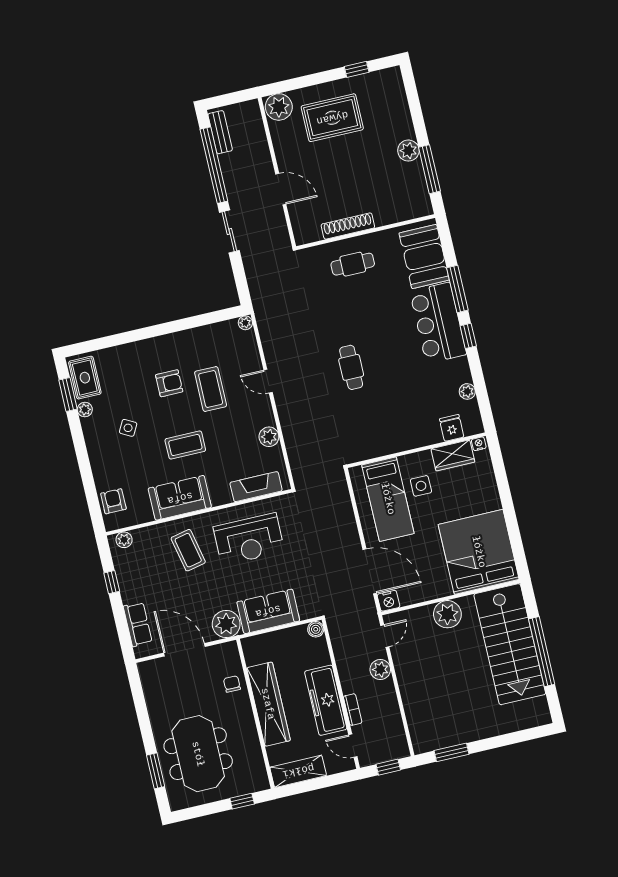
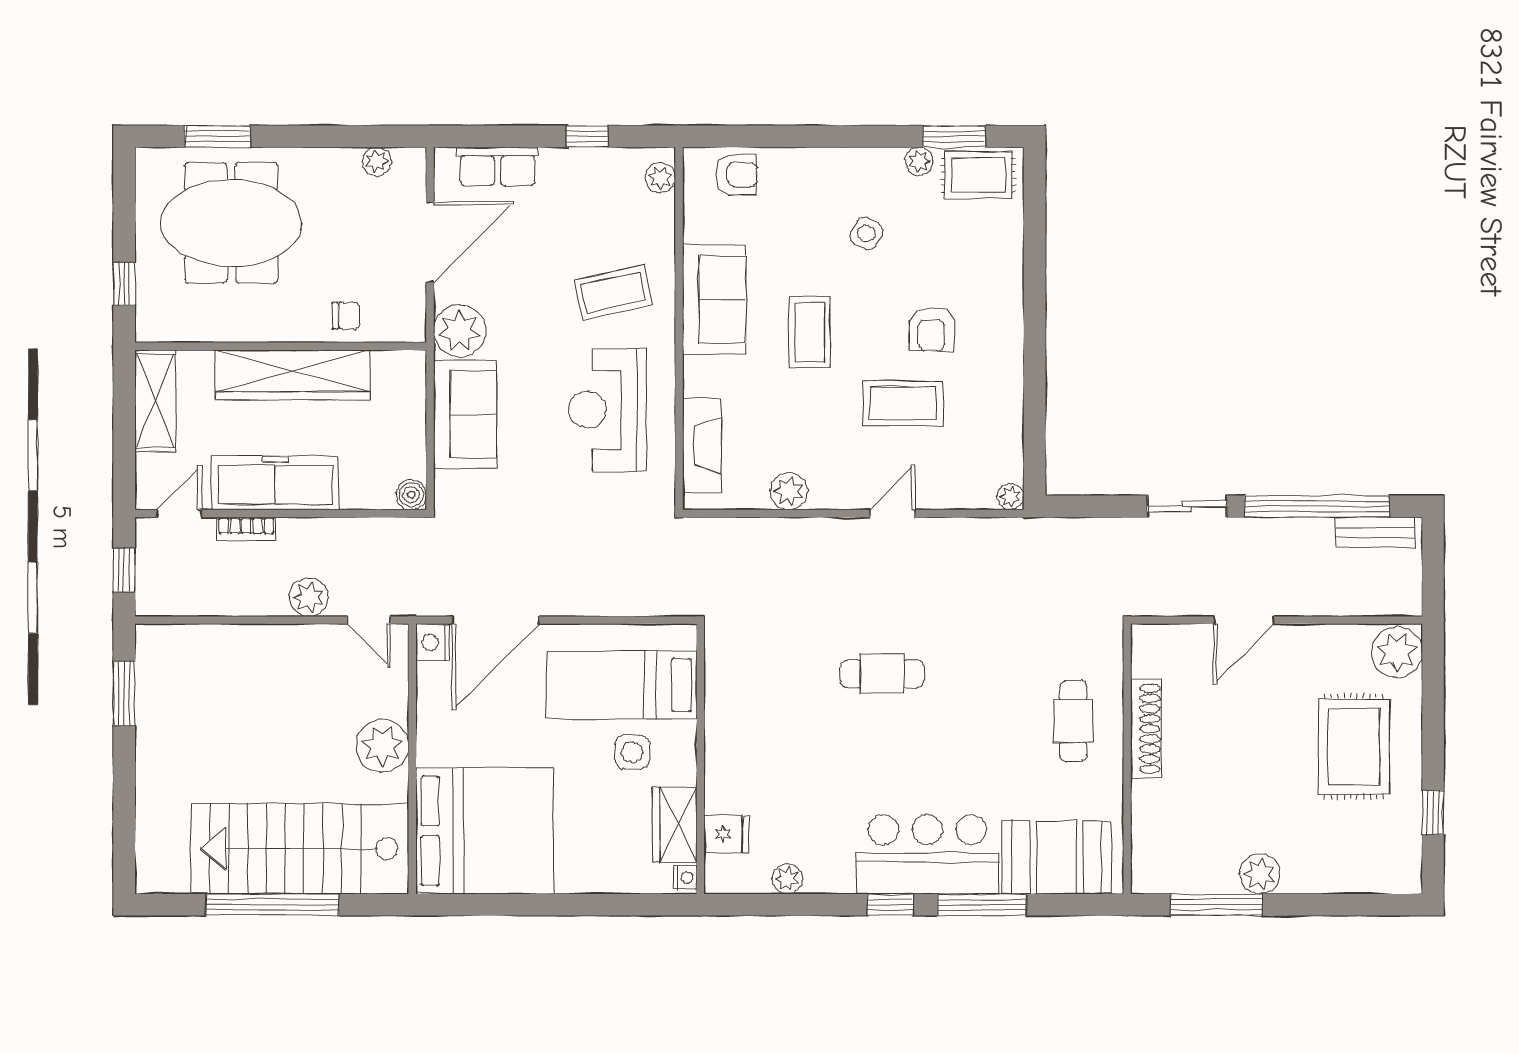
plant: (150, 687) -> (377, 162), added

